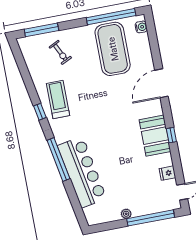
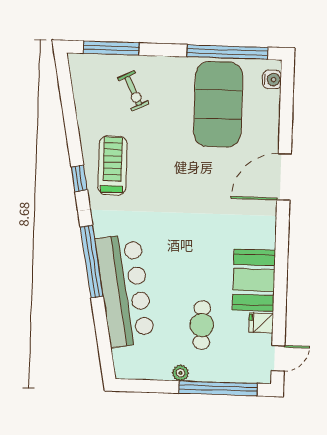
window: (171, 135) -> (281, 263), removed
booth: (155, 136) -> (254, 280), moved
cafe table: (132, 182) -> (202, 325), added

